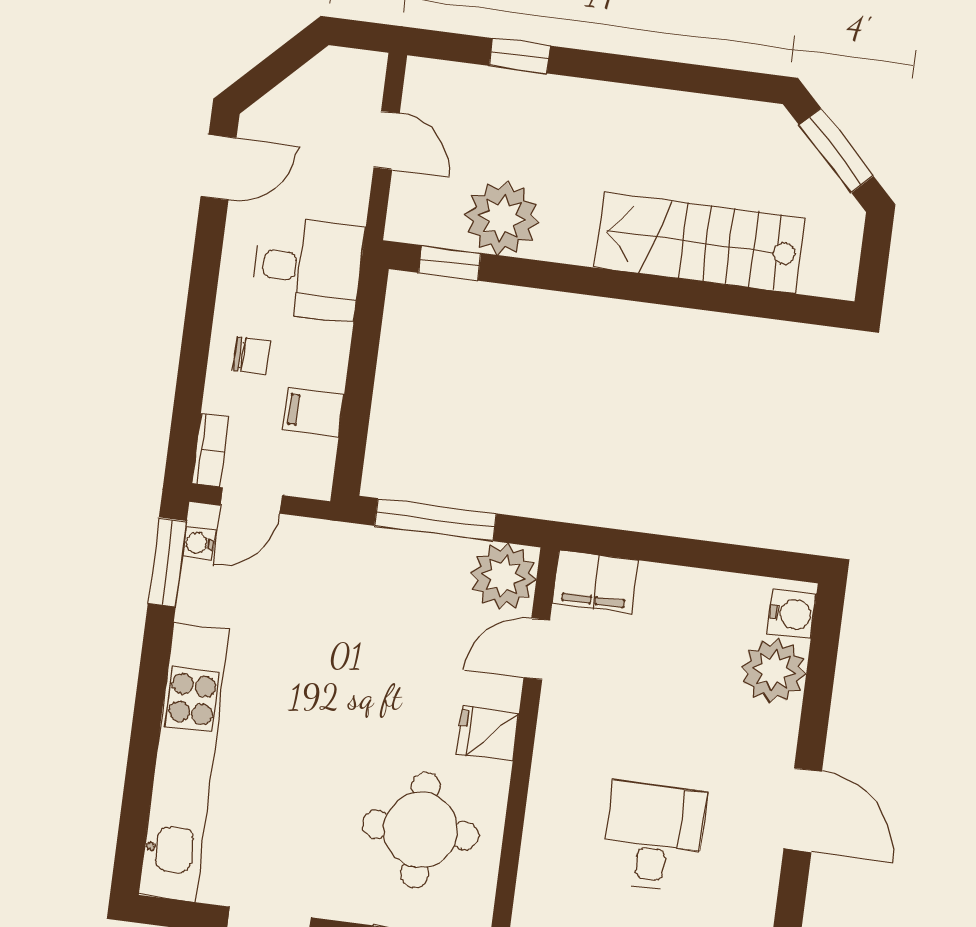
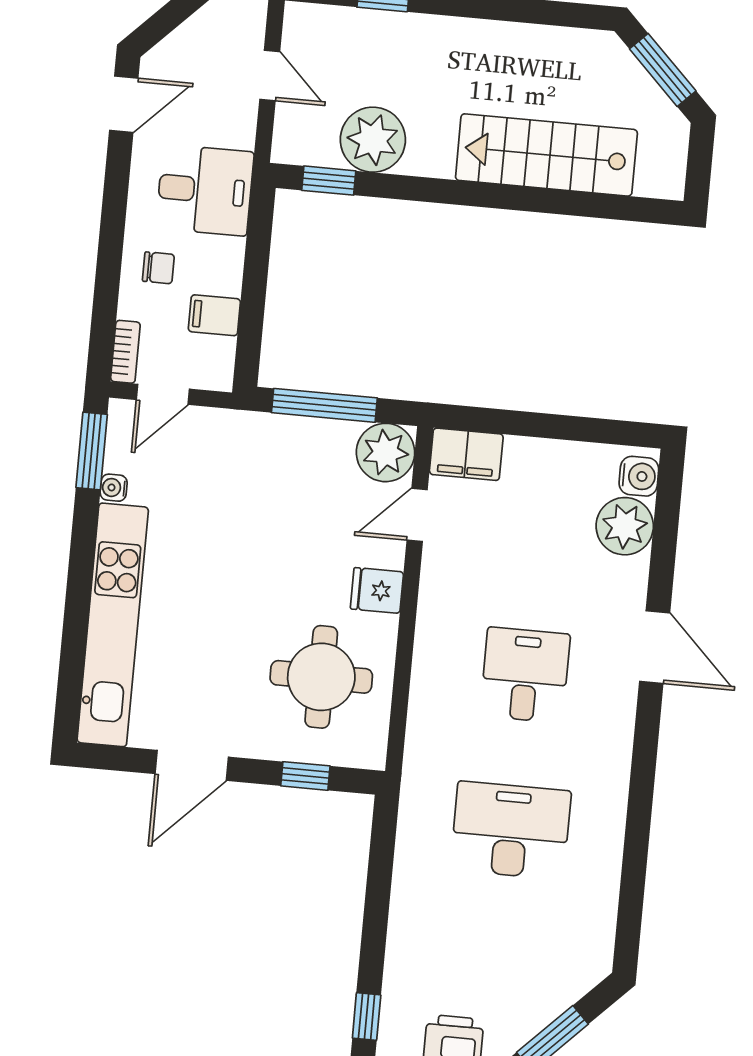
water cooler: (199, 543) -> (114, 488), moved

